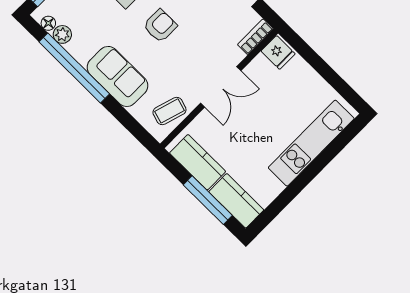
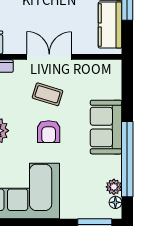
armchair: (160, 26) -> (49, 132), turned -90
coffee table: (169, 111) -> (48, 94), moved

